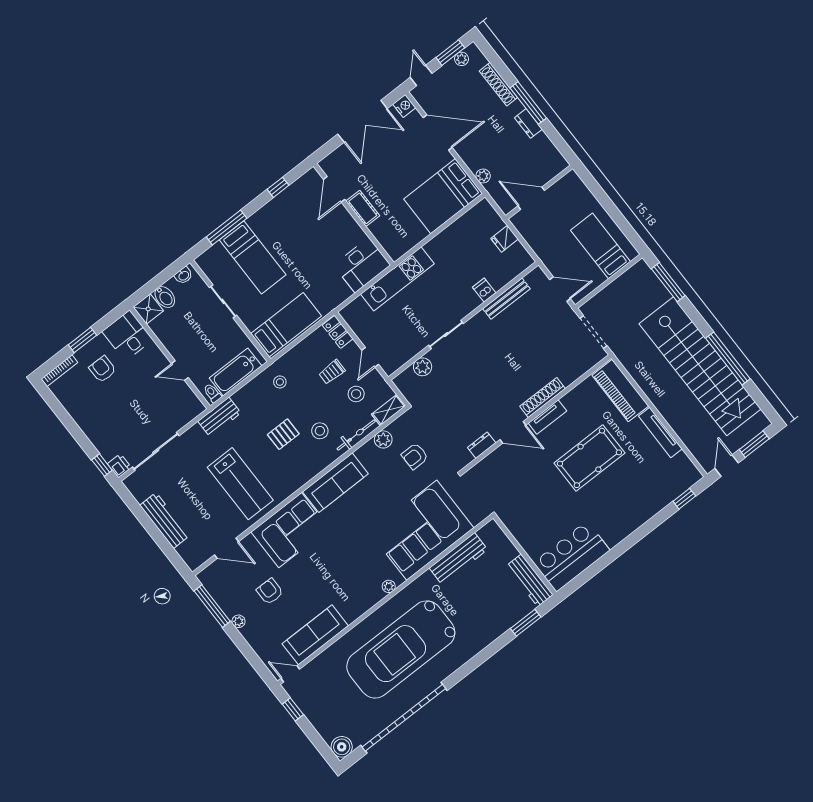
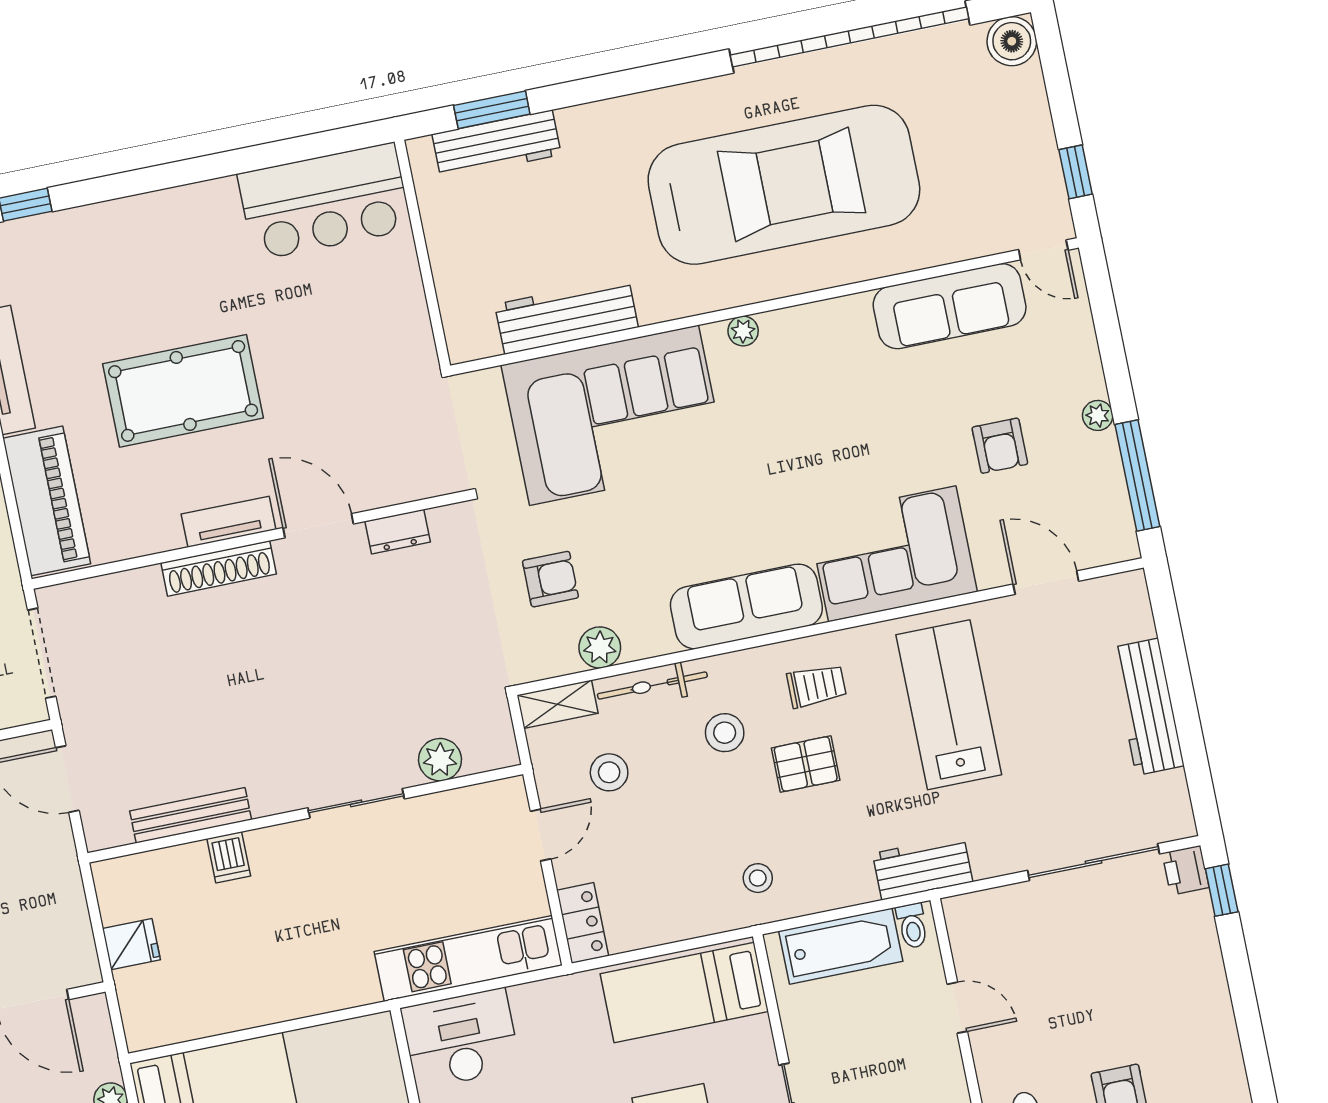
kitchen unit: (397, 279) -> (468, 958), moved
trolley: (332, 372) -> (816, 686), moved
workbench: (530, 580) -> (497, 144), moved, turned 90

